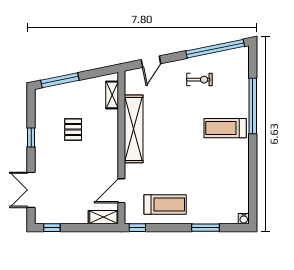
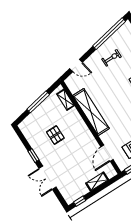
door: (151, 62) -> (76, 66), hinge flipped
window: (60, 80) -> (38, 102), moved
double door: (31, 190) -> (48, 178), moved
shelving: (103, 217) -> (97, 181), moved

